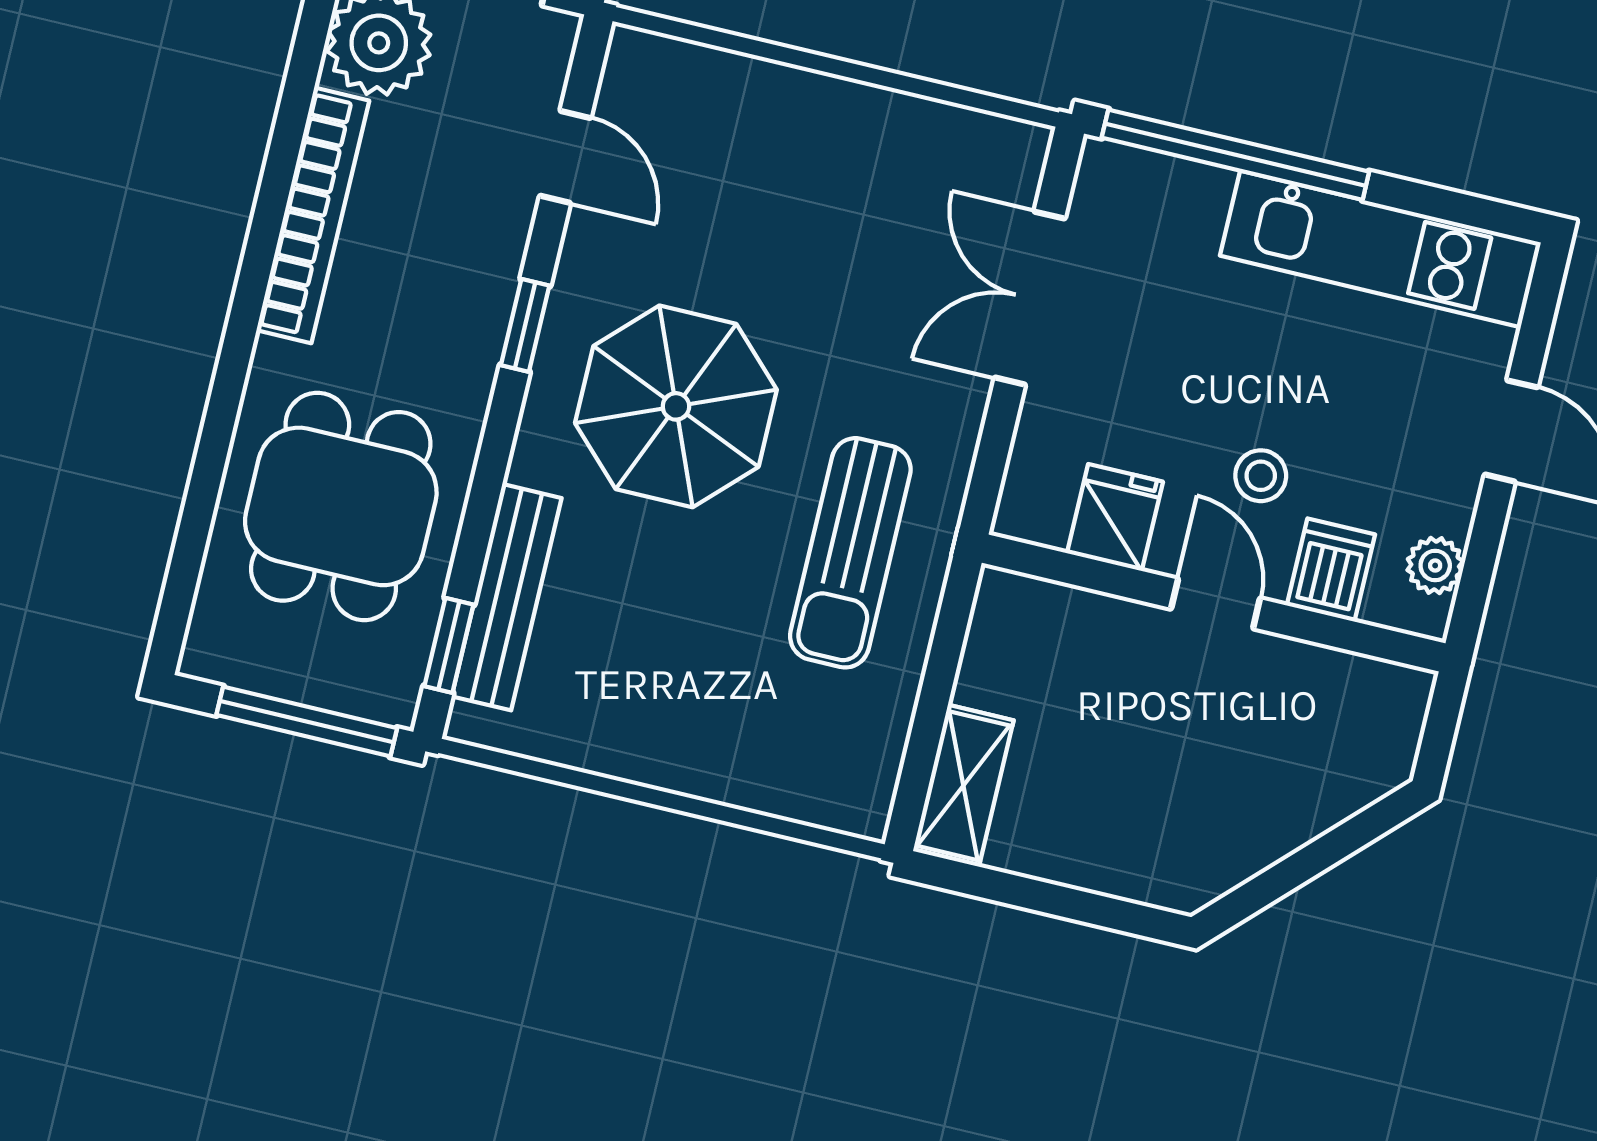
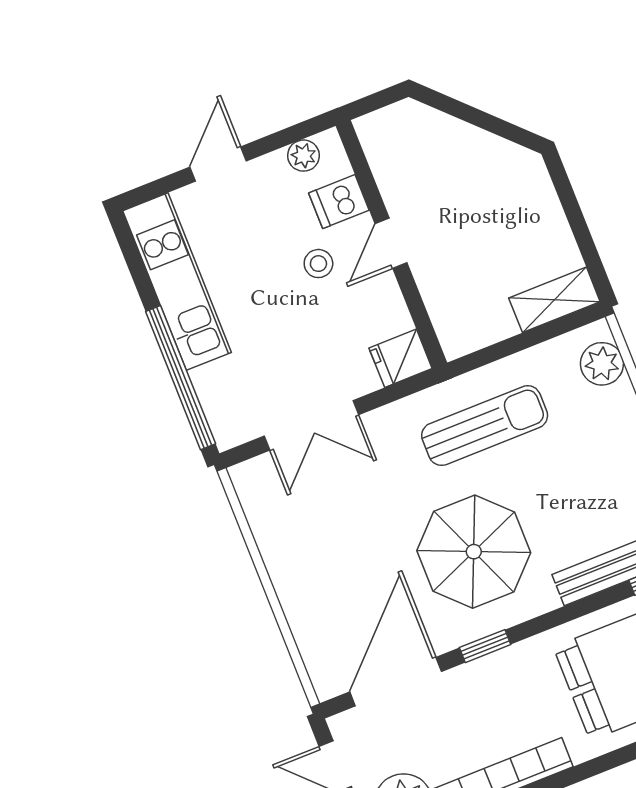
door: (565, 157) -> (396, 682), width x1.87
fridge: (1115, 517) -> (401, 358), moved
plant: (820, 789) -> (602, 364), added

